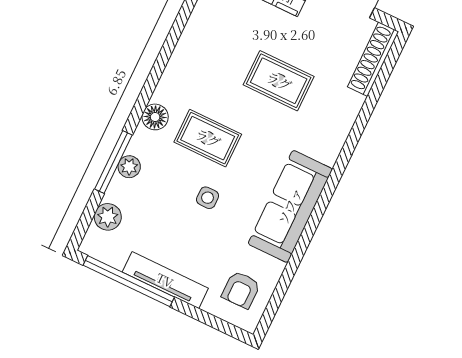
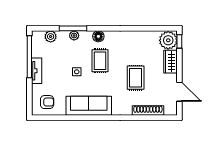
shoe rack: (373, 59) -> (148, 110), moved
tv unit: (165, 280) -> (37, 71), width x0.71
armchair: (241, 290) -> (47, 102), turned 180

